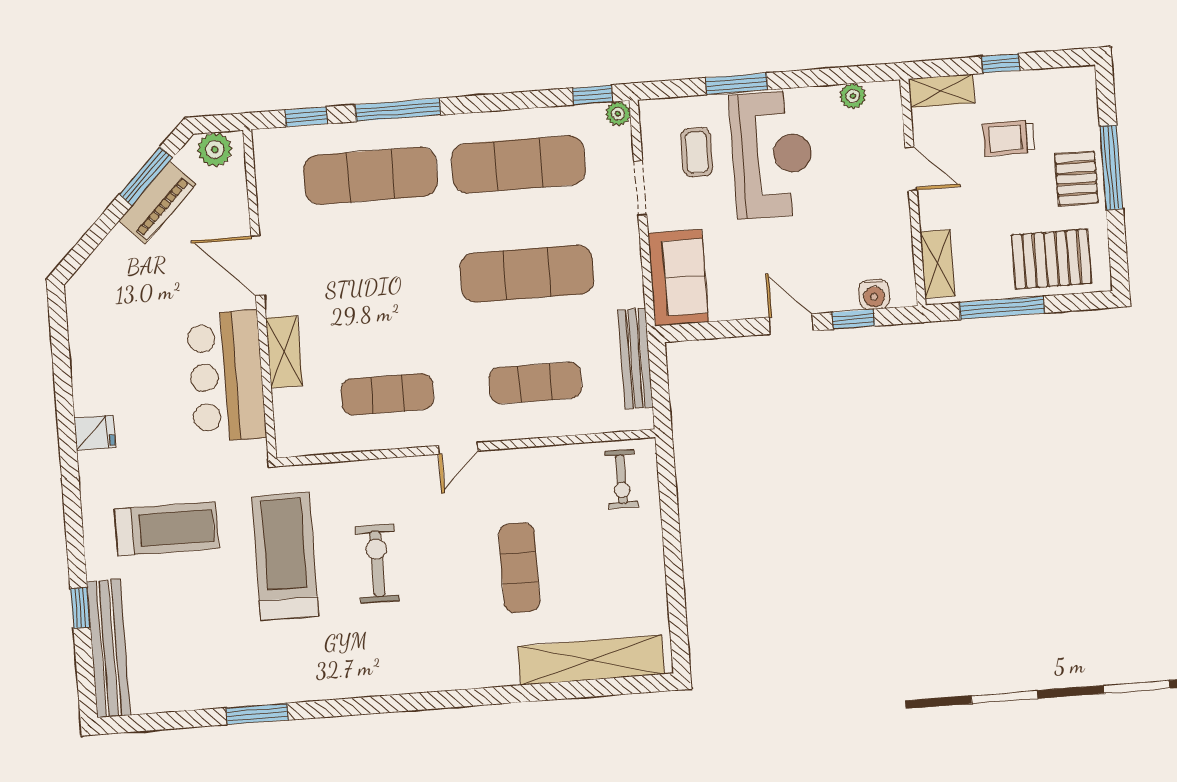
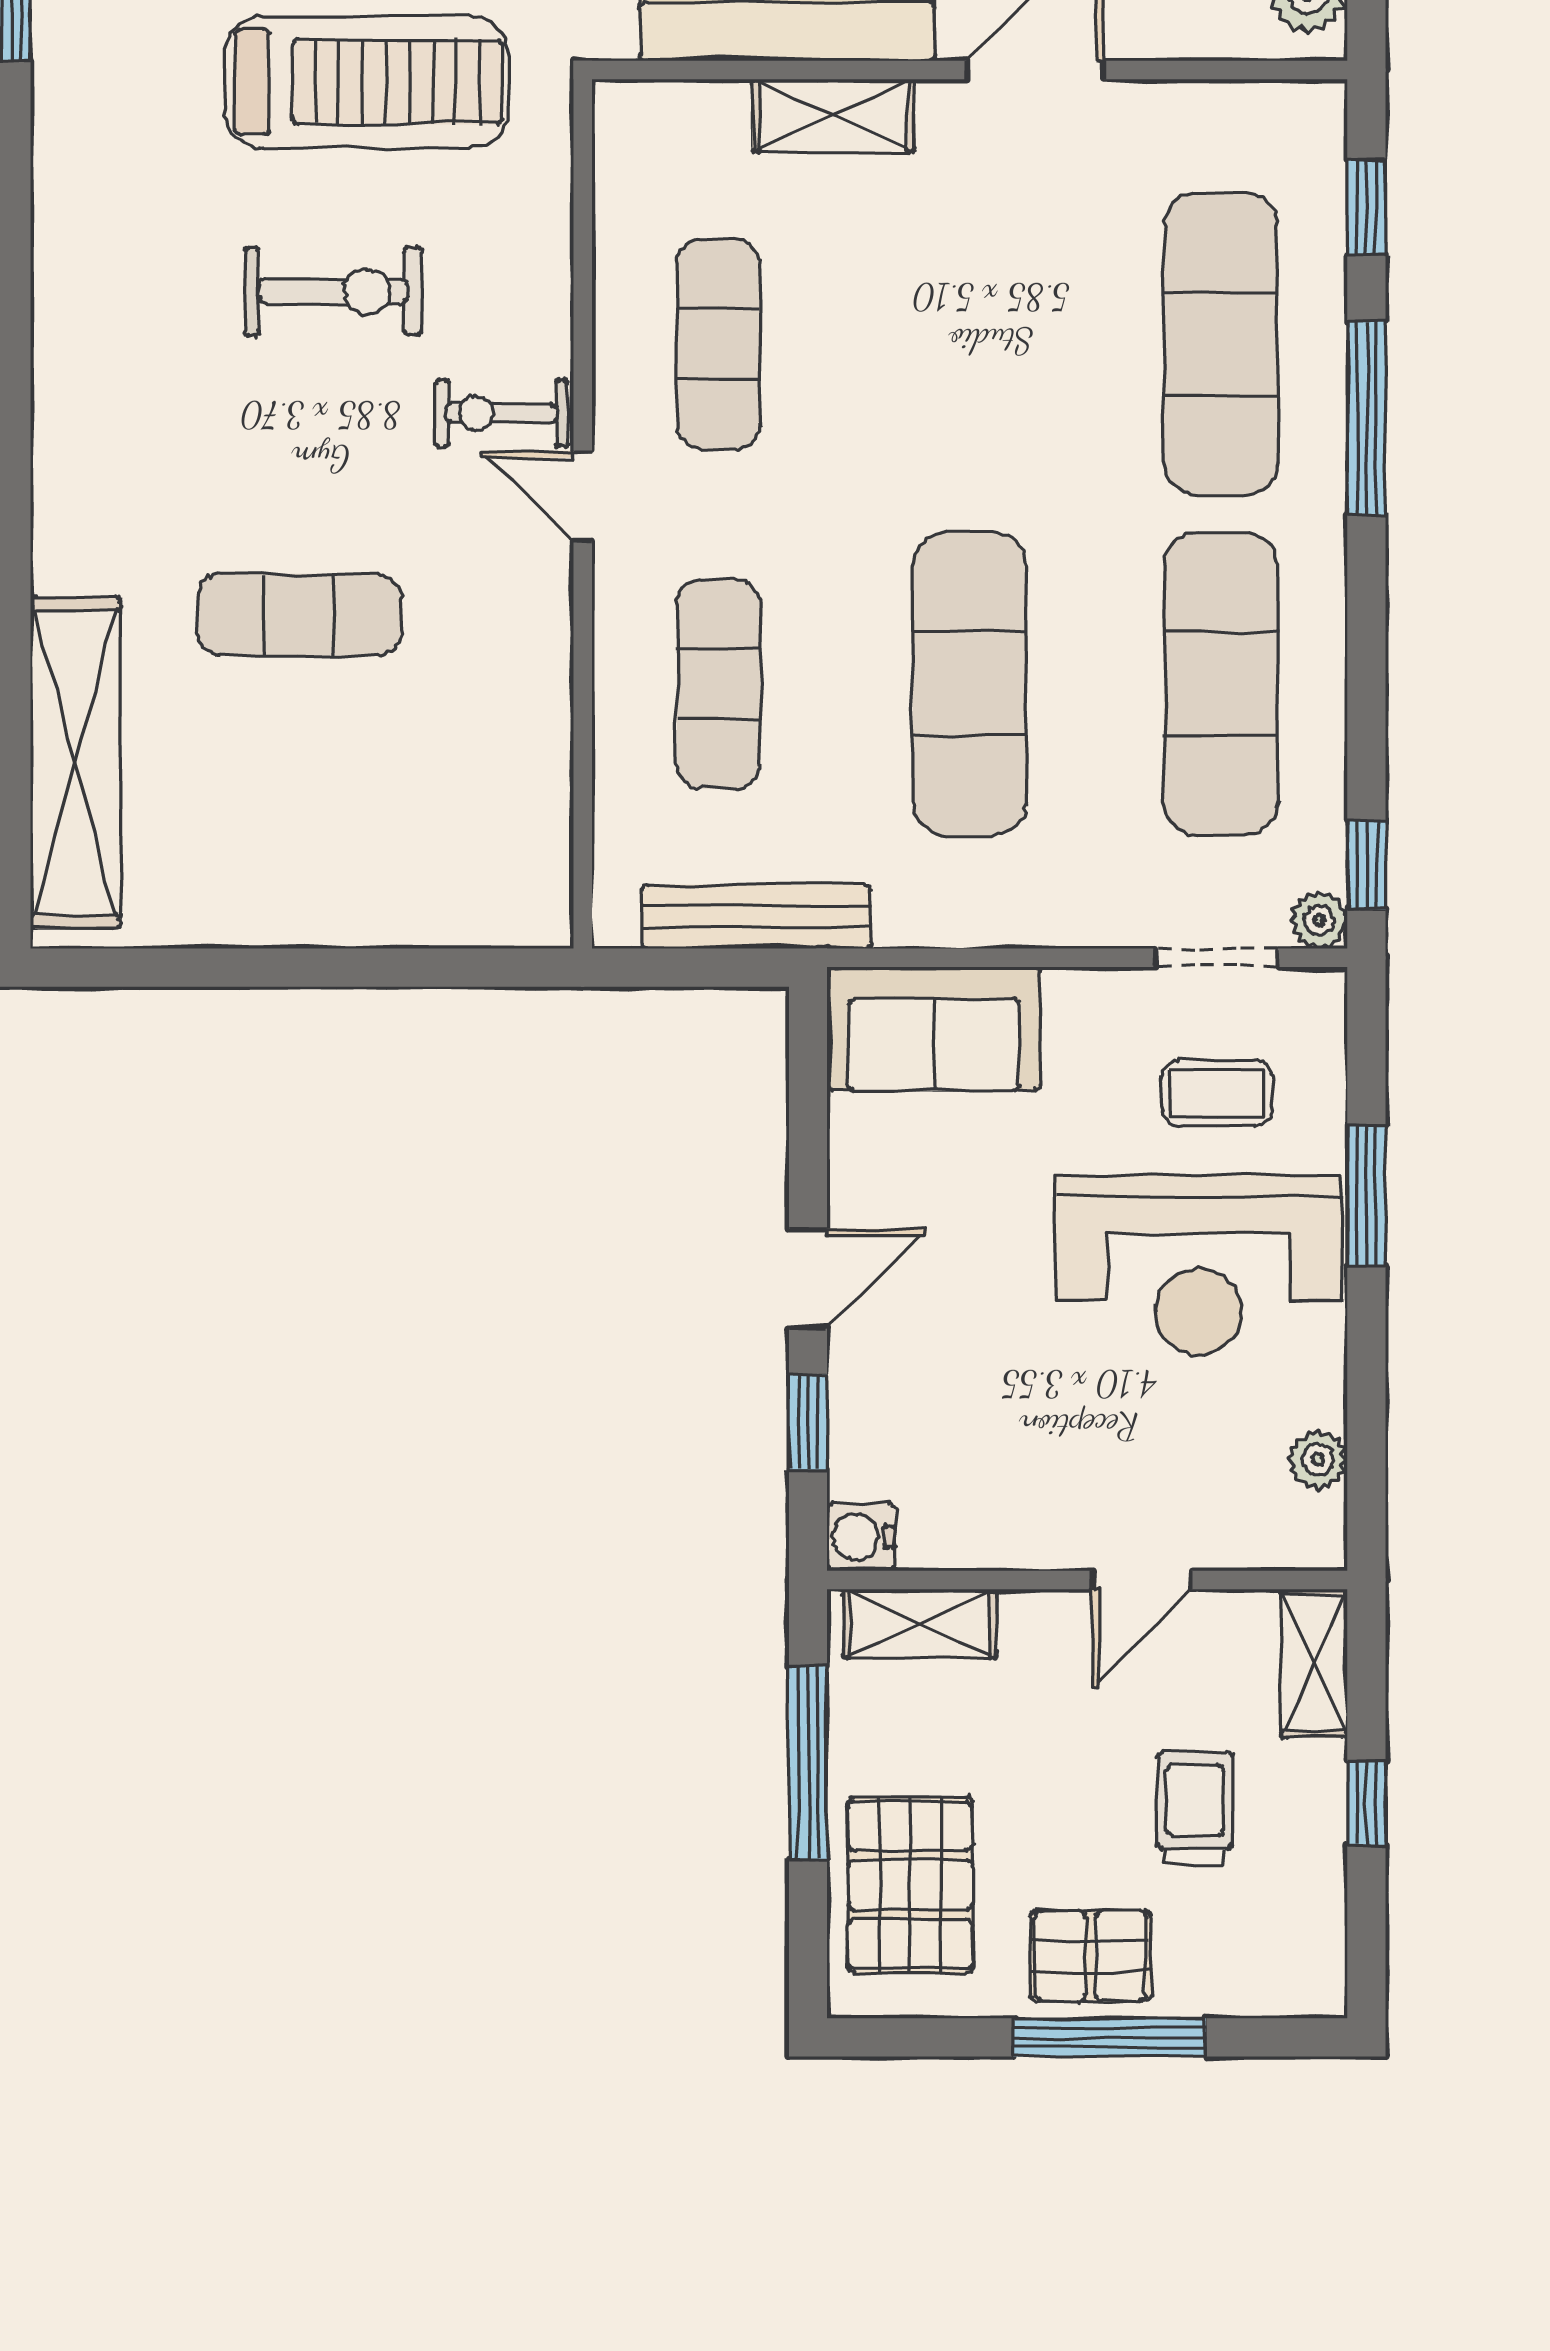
doorway: (640, 188) -> (1216, 958), moved
water cooler: (874, 295) -> (861, 1537), moved
exercise bike: (621, 479) -> (501, 413), moved

